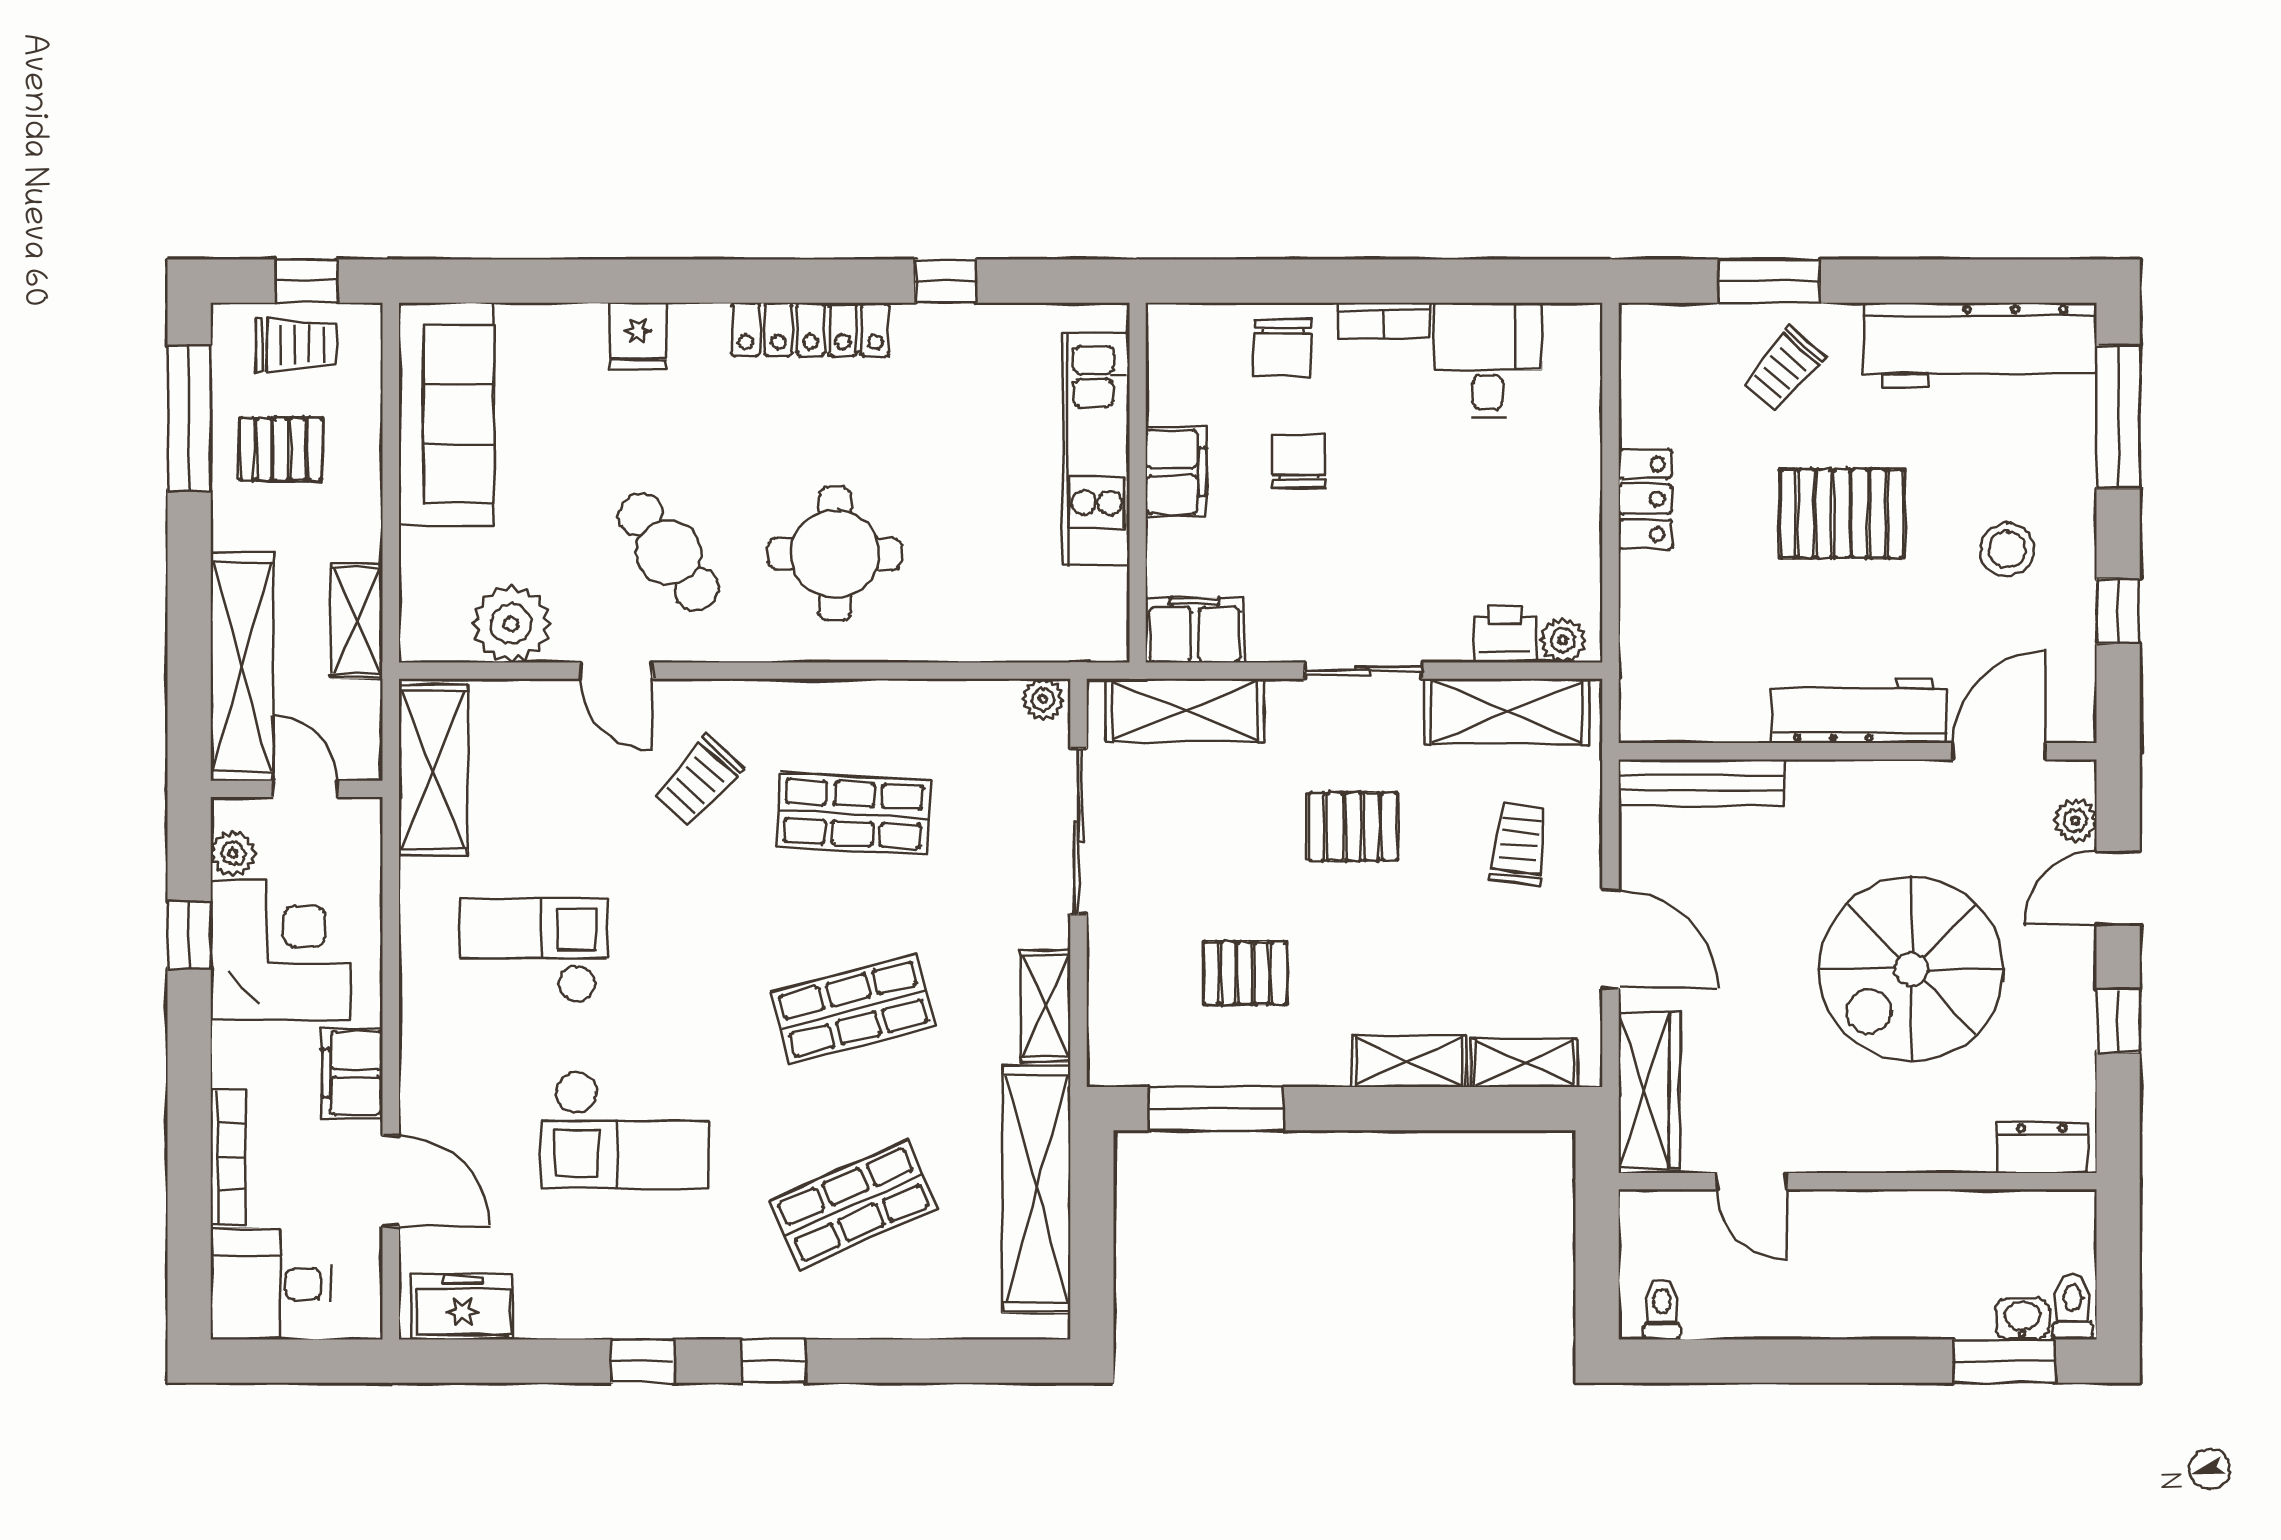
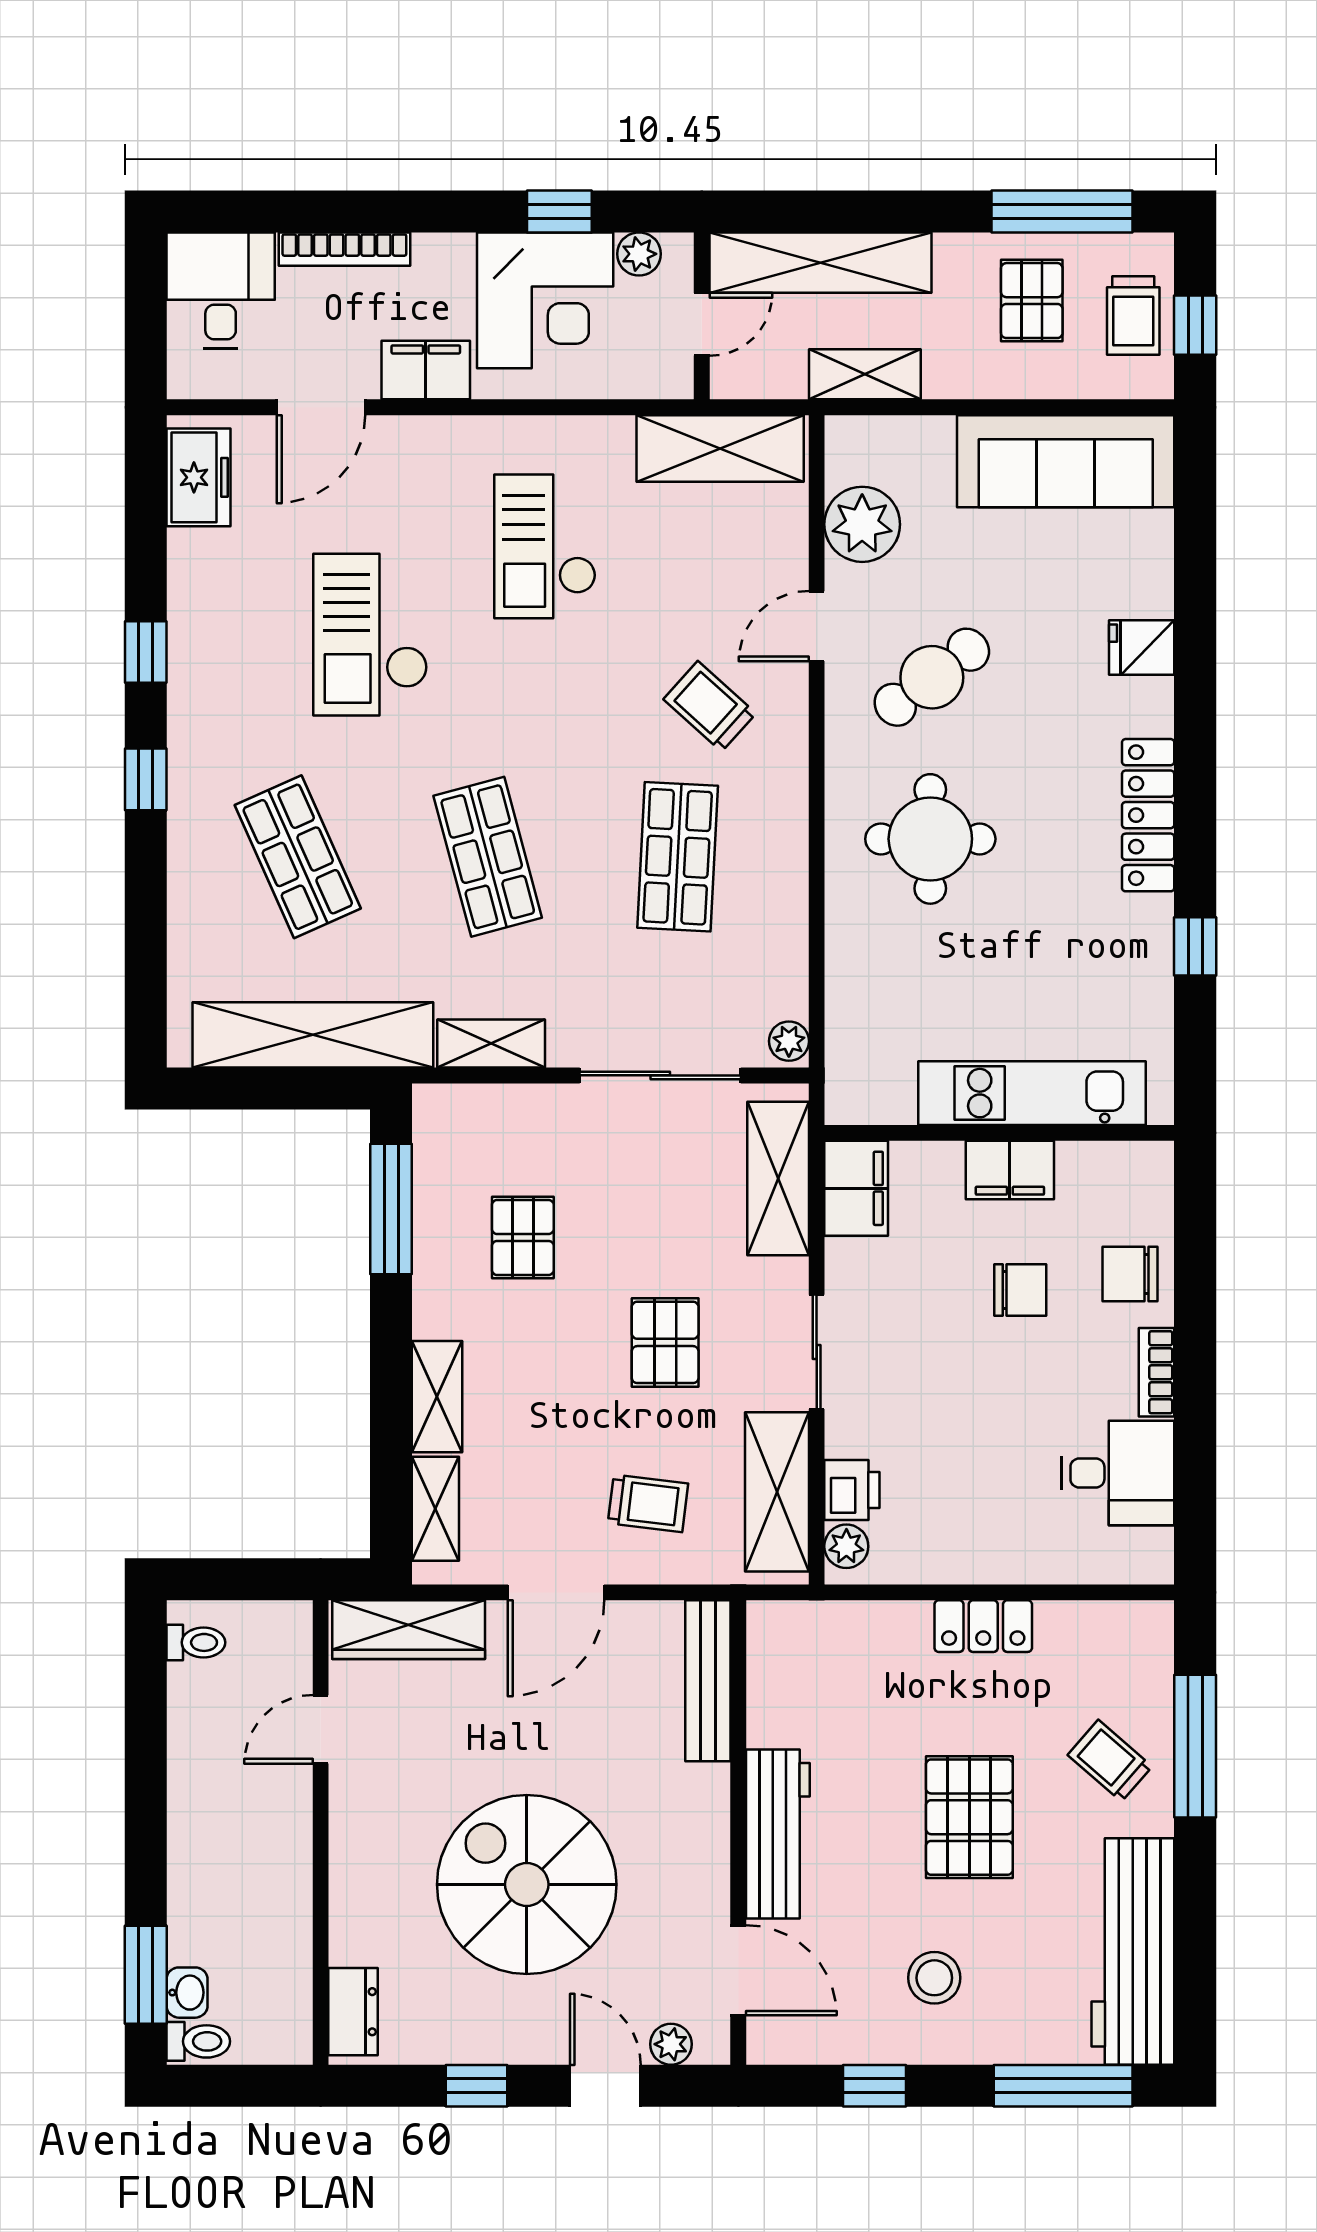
window: (1769, 281) -> (1195, 1746), width x1.44
checkout: (534, 950) -> (545, 546), turned 180

